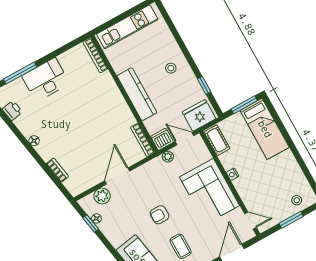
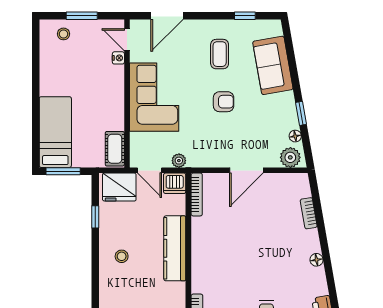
nightstand: (233, 174) -> (118, 58), moved
plant: (102, 196) -> (290, 157), moved
window: (91, 224) -> (301, 113), moved

